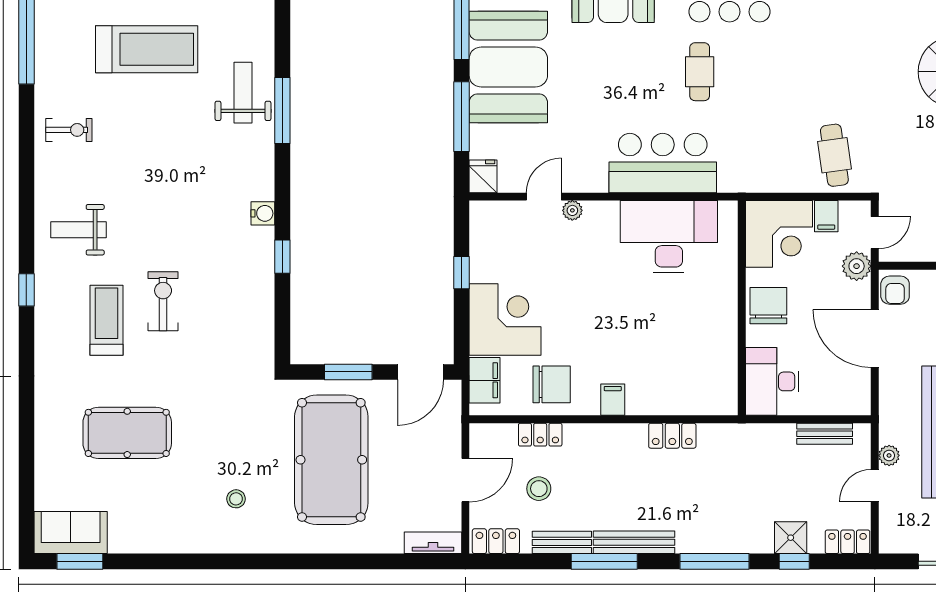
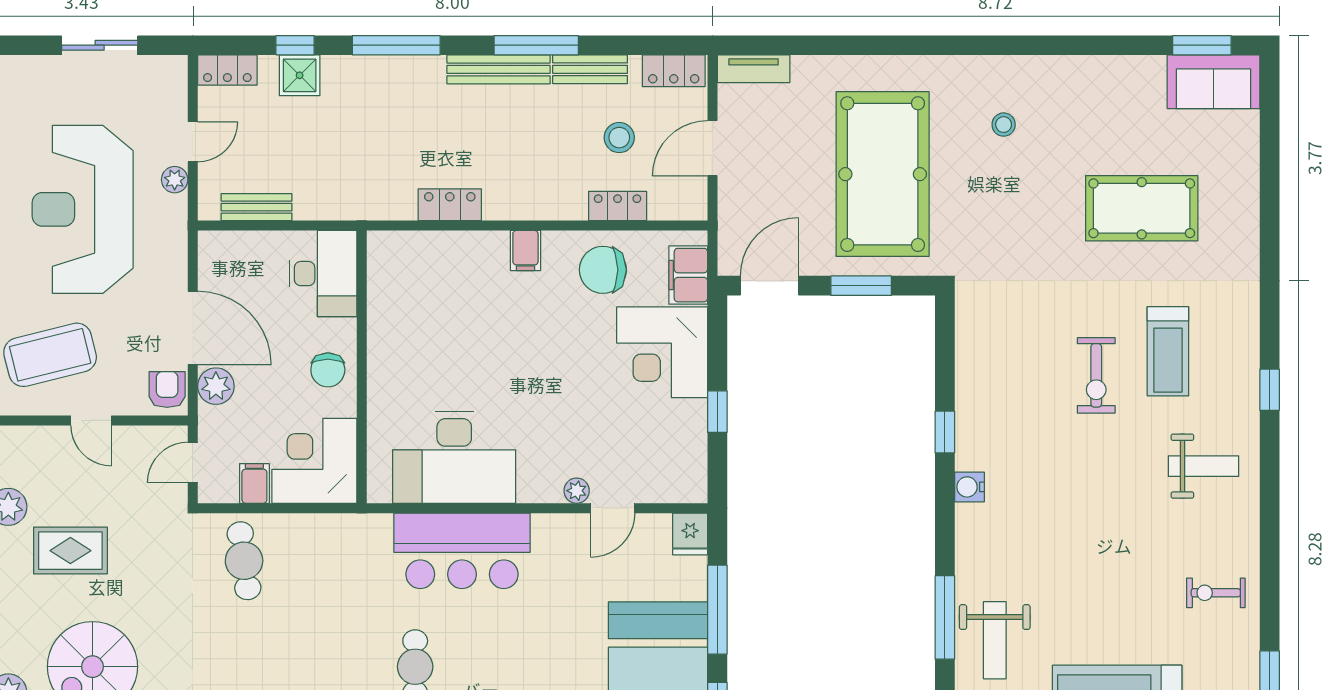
plant: (857, 266) -> (216, 386), moved
chair: (768, 306) -> (328, 370), width x0.73, depth x0.73

